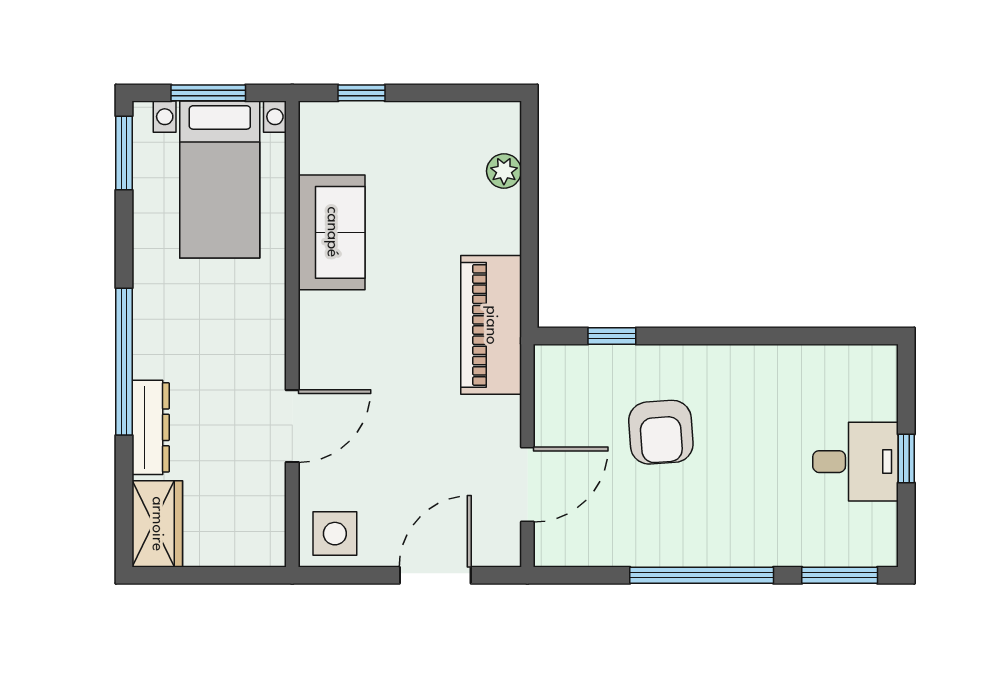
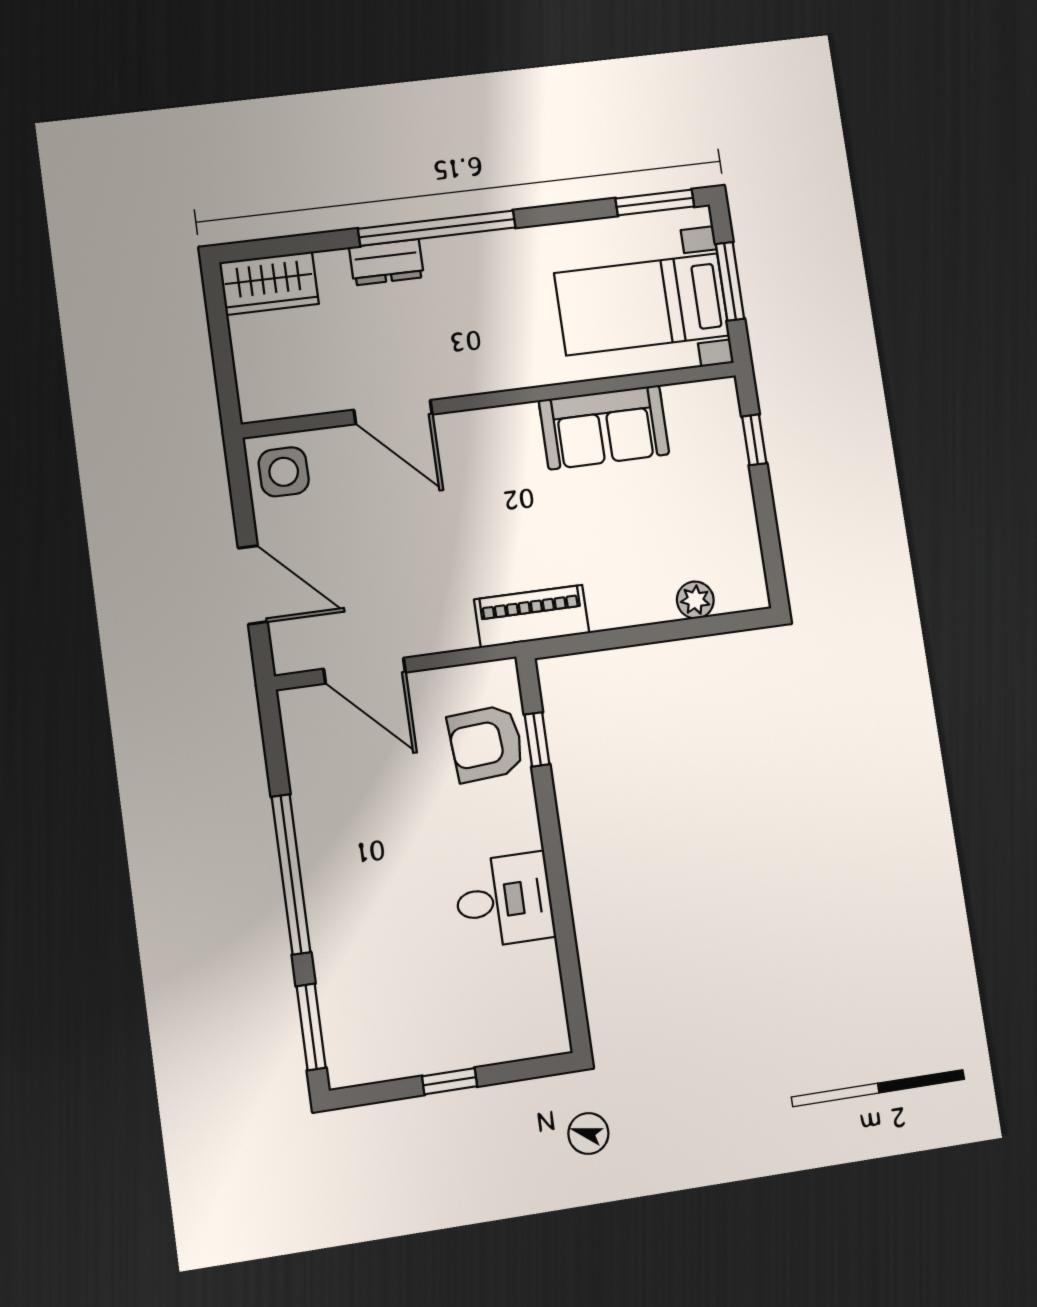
piano: (491, 325) -> (532, 616), width x0.73, depth x0.75
dresser: (151, 427) -> (386, 262), width x0.70
armchair: (661, 432) -> (486, 743), moved
desk: (856, 462) -> (504, 900), moved, turned -90

